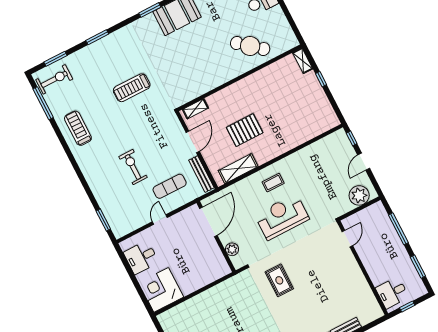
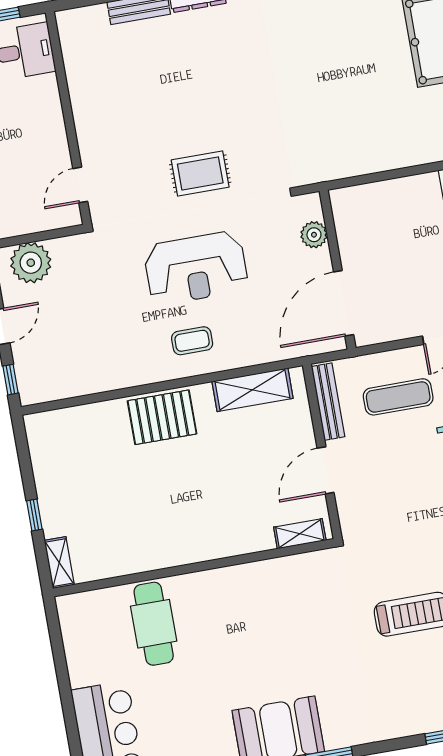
cafe table: (250, 46) -> (154, 624), turned 50
pallet: (245, 130) -> (162, 417), moved
rug: (279, 280) -> (200, 174), moved, turned 90

